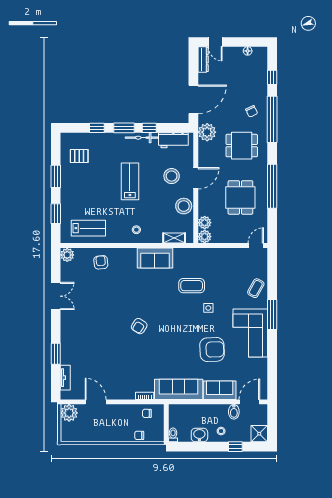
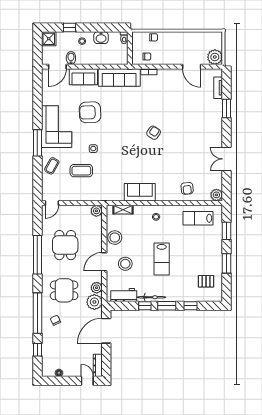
plant: (205, 223) -> (97, 288), moved
coffee table: (192, 286) -> (81, 171), moved

